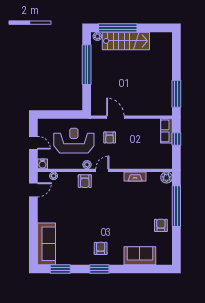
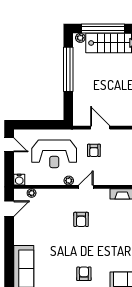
reception desk: (74, 141) -> (54, 154), turned 180
door: (33, 143) -> (9, 145), moved
armchair: (85, 181) -> (81, 219), moved

